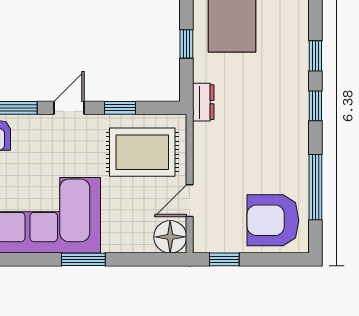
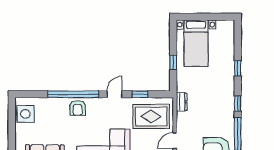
dresser: (203, 102) -> (182, 102), moved
window: (315, 106) -> (238, 104), moved

